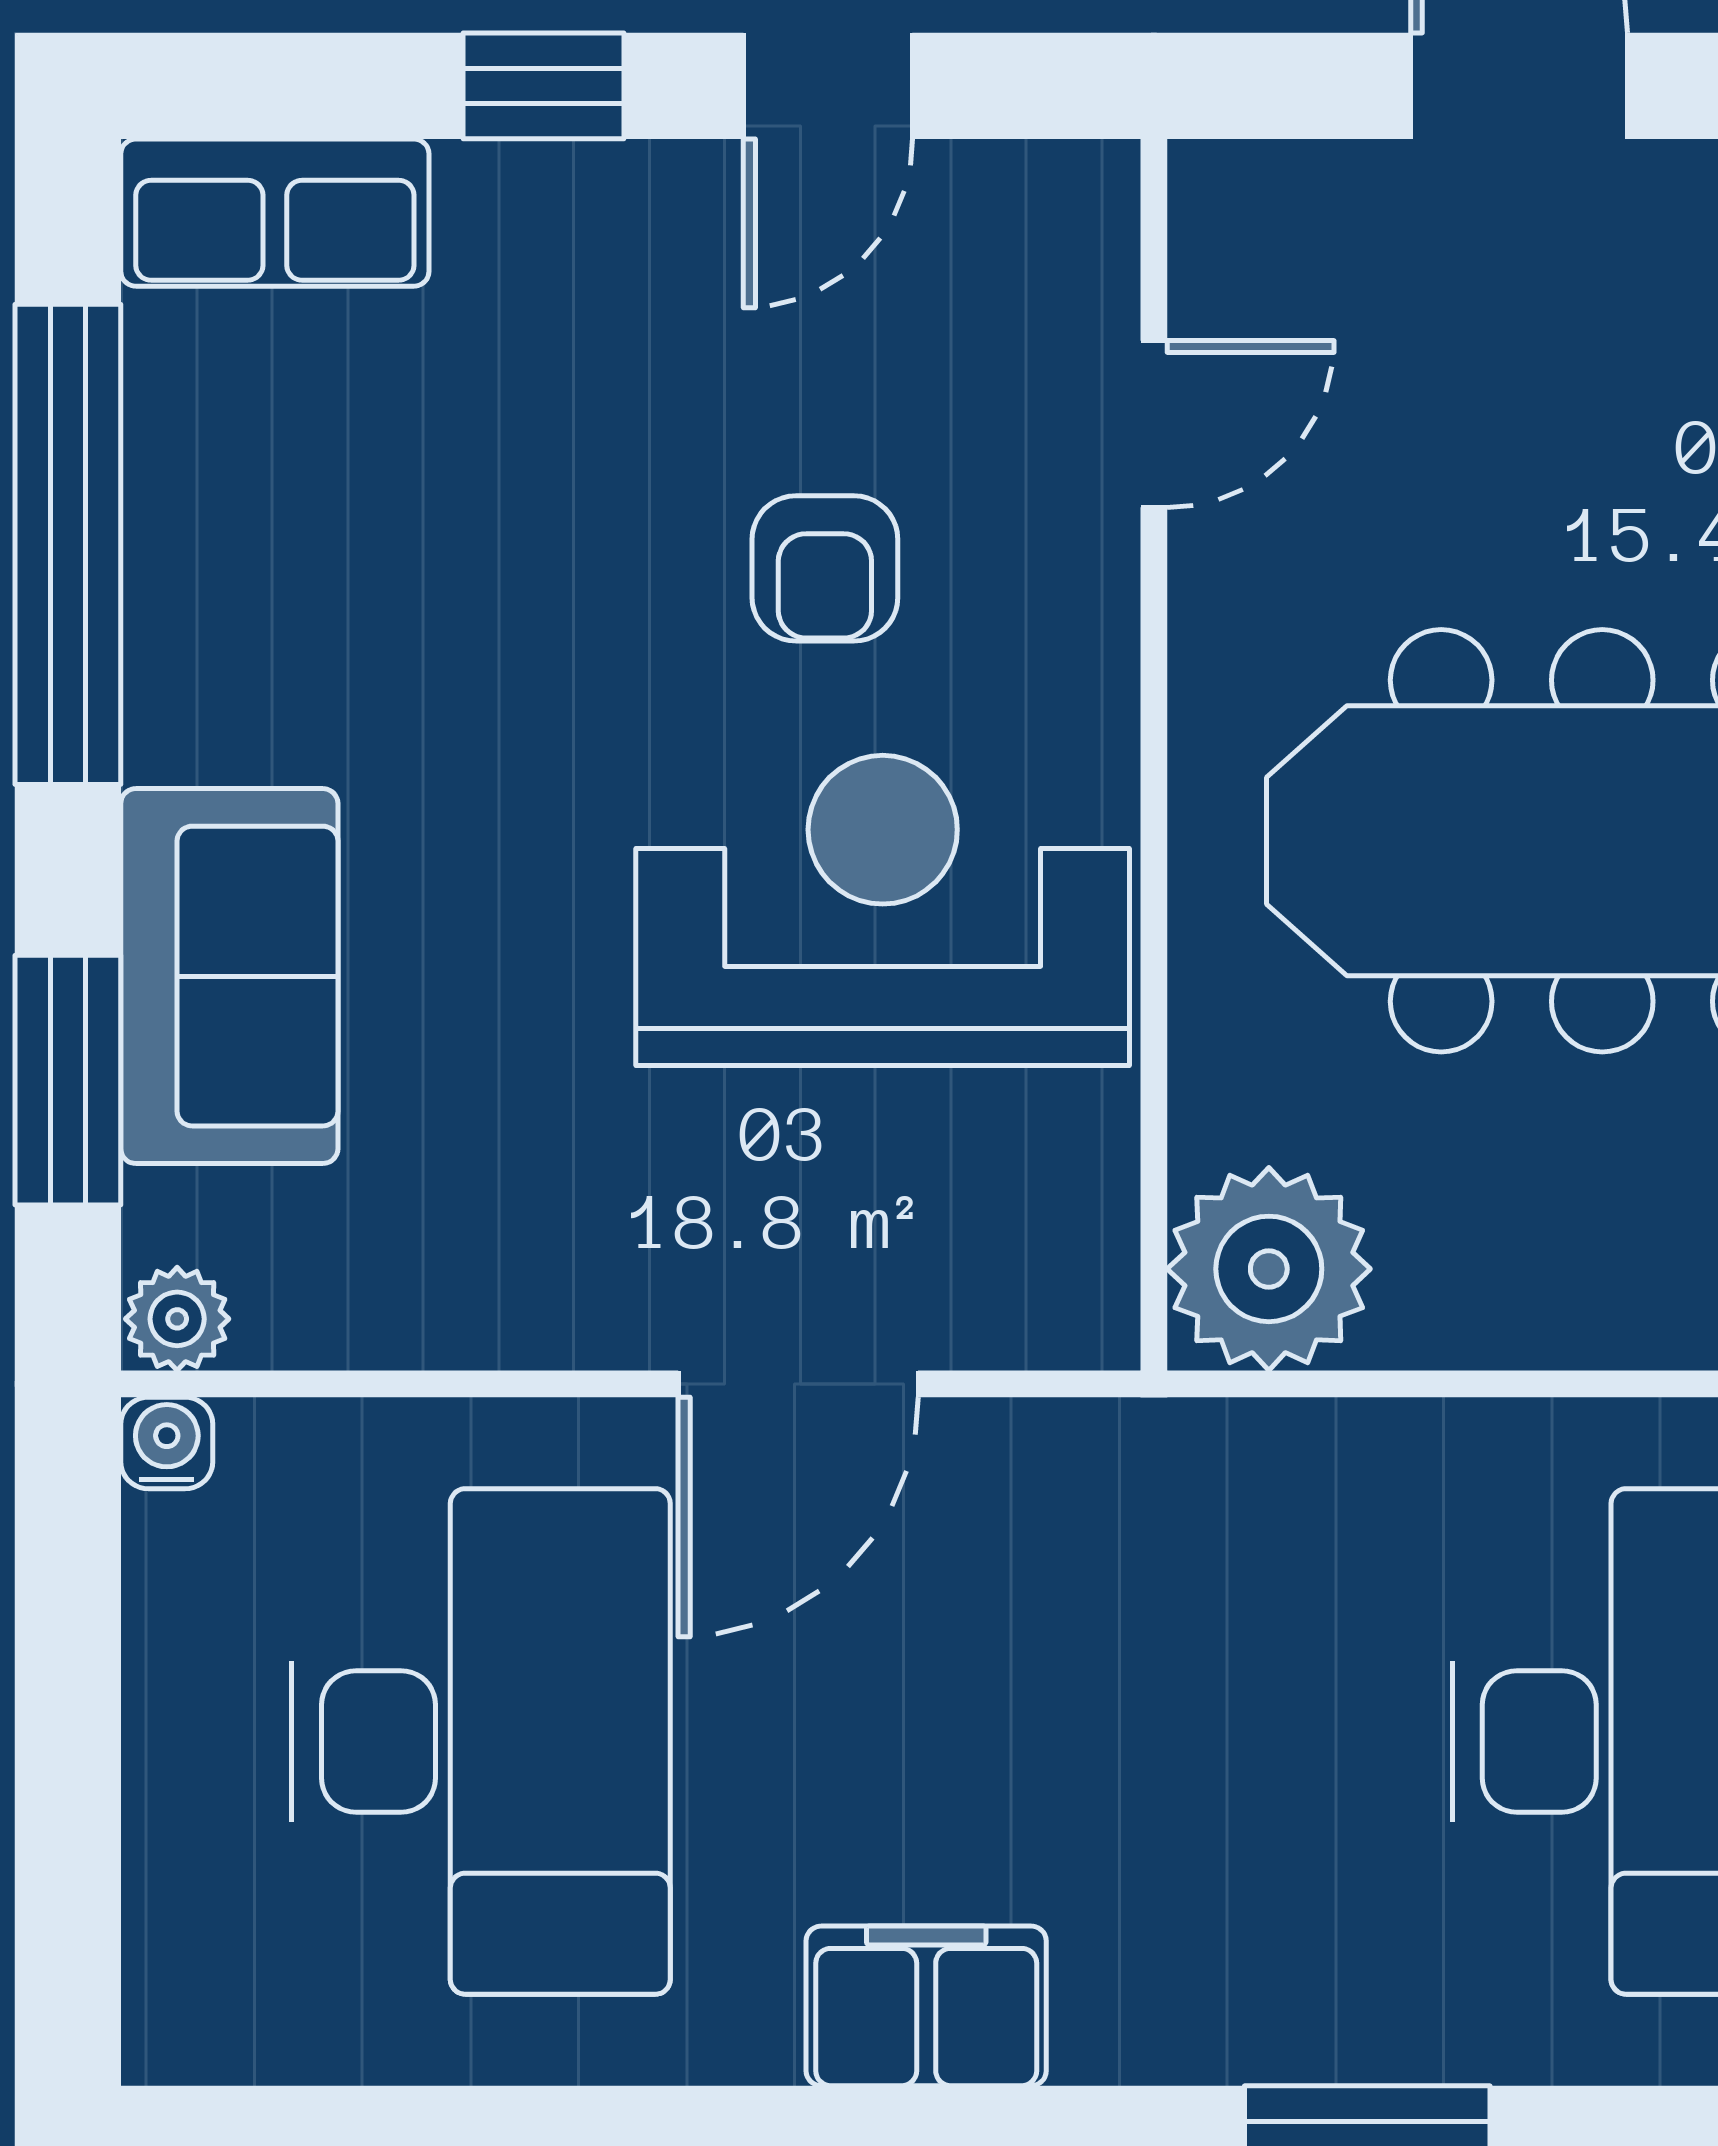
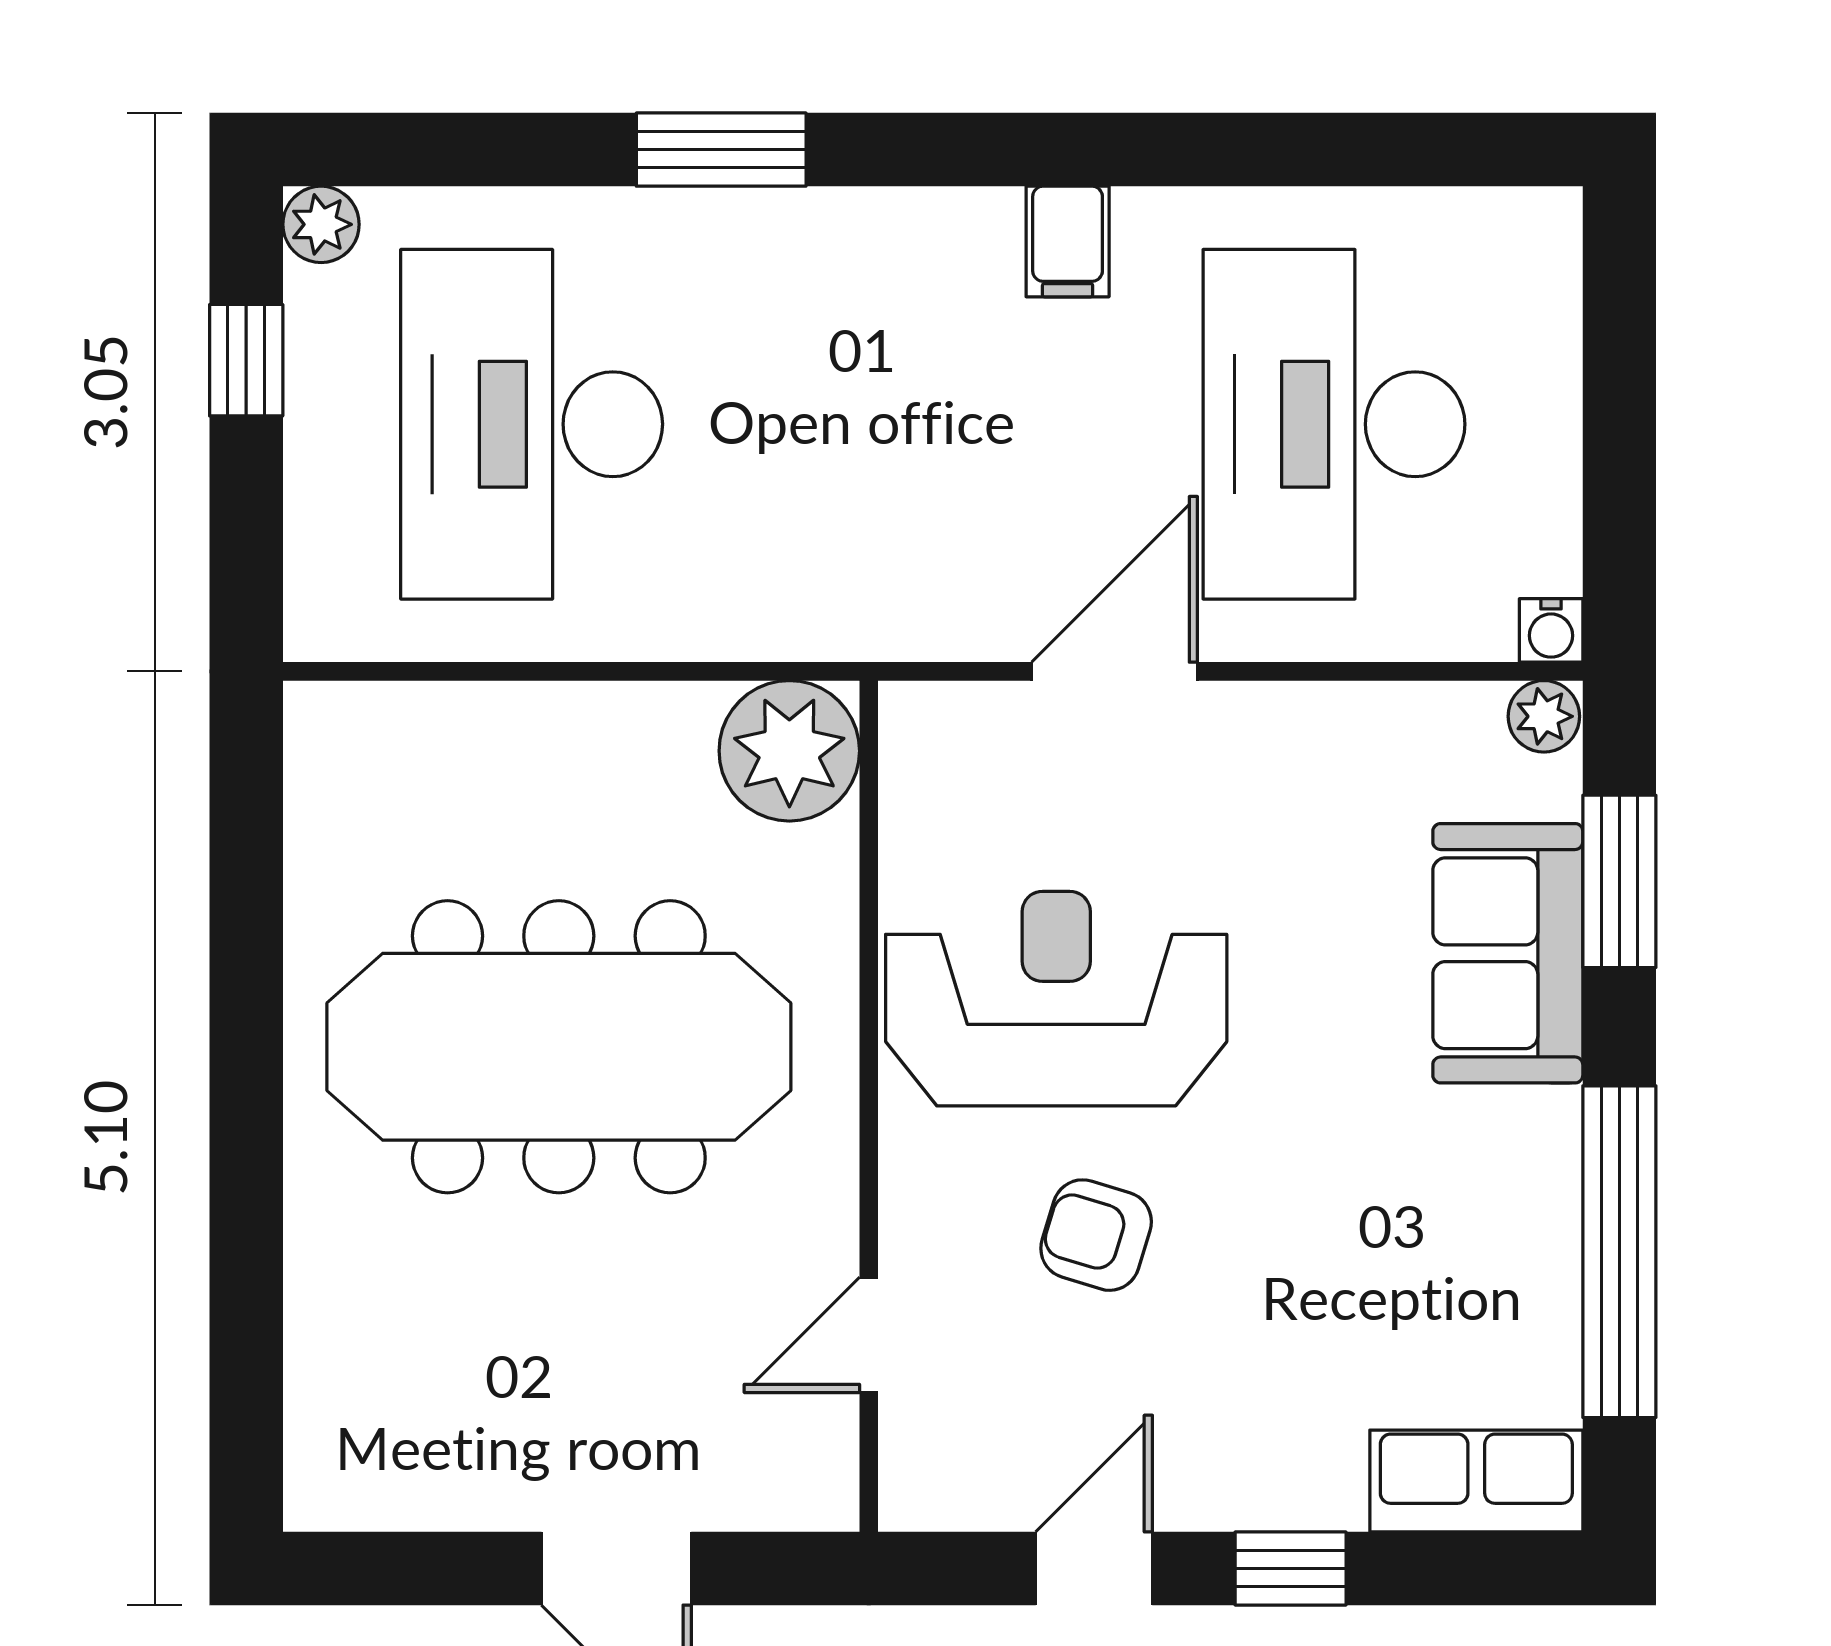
armchair: (825, 568) -> (1096, 1235), turned -73
reception desk: (883, 910) -> (1056, 999), turned 180
filing cabinet: (926, 2006) -> (1068, 241), width x0.50

